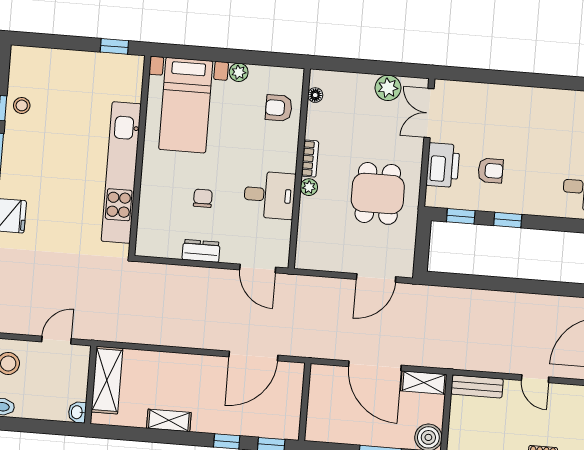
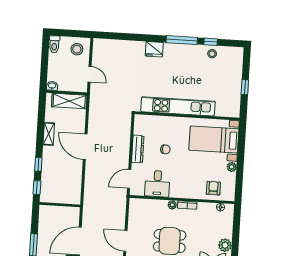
window: (114, 46) -> (245, 87), moved
desk: (270, 195) -> (157, 184), moved
dresser: (201, 251) -> (138, 149), width x1.44
door: (253, 356) -> (85, 147), moved

